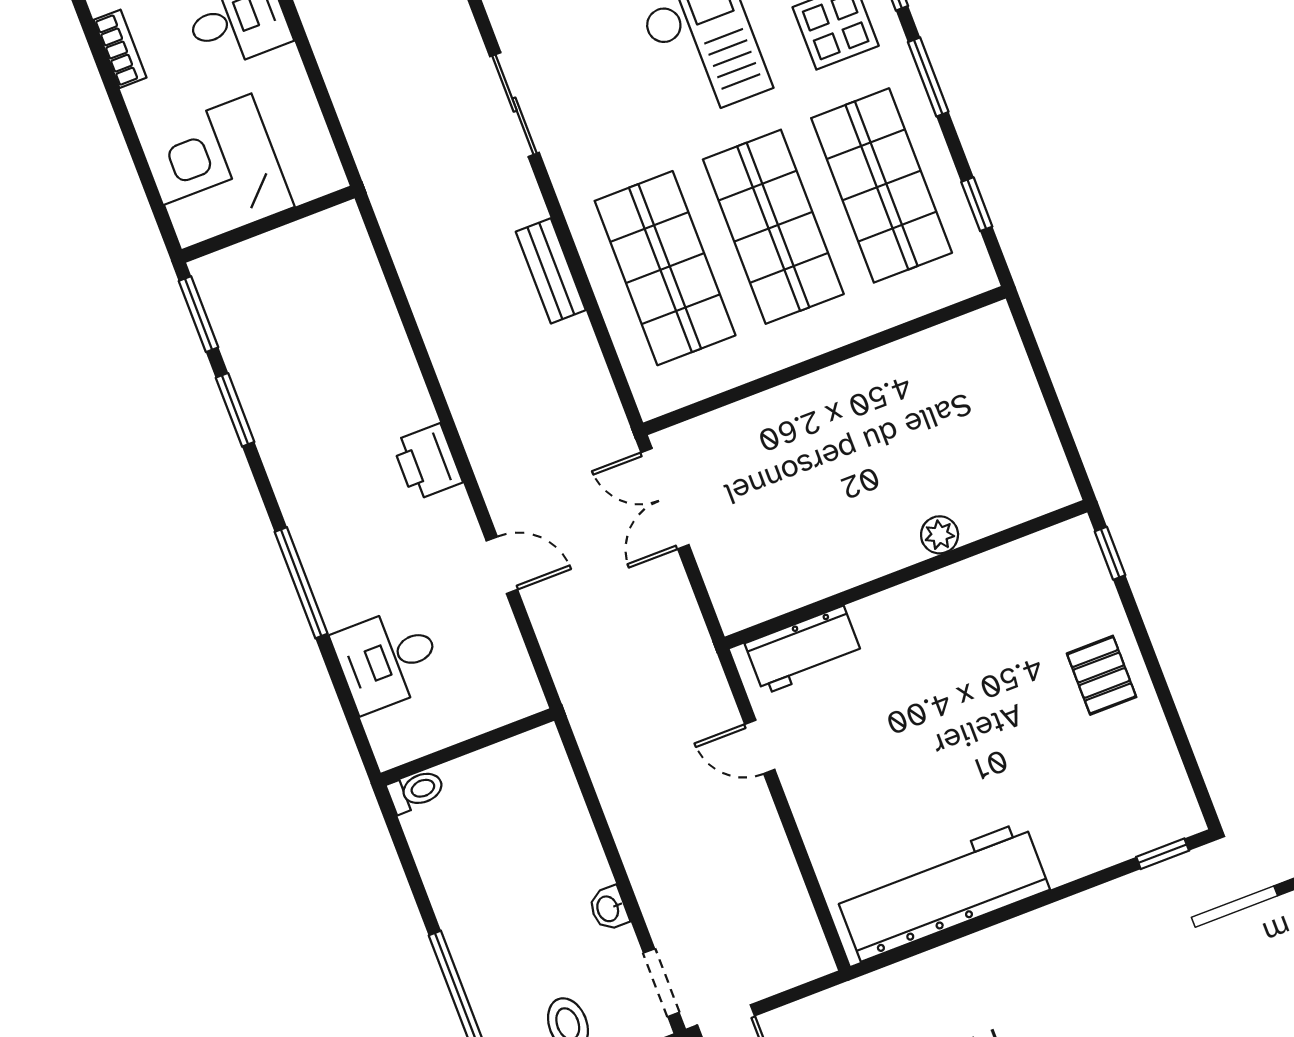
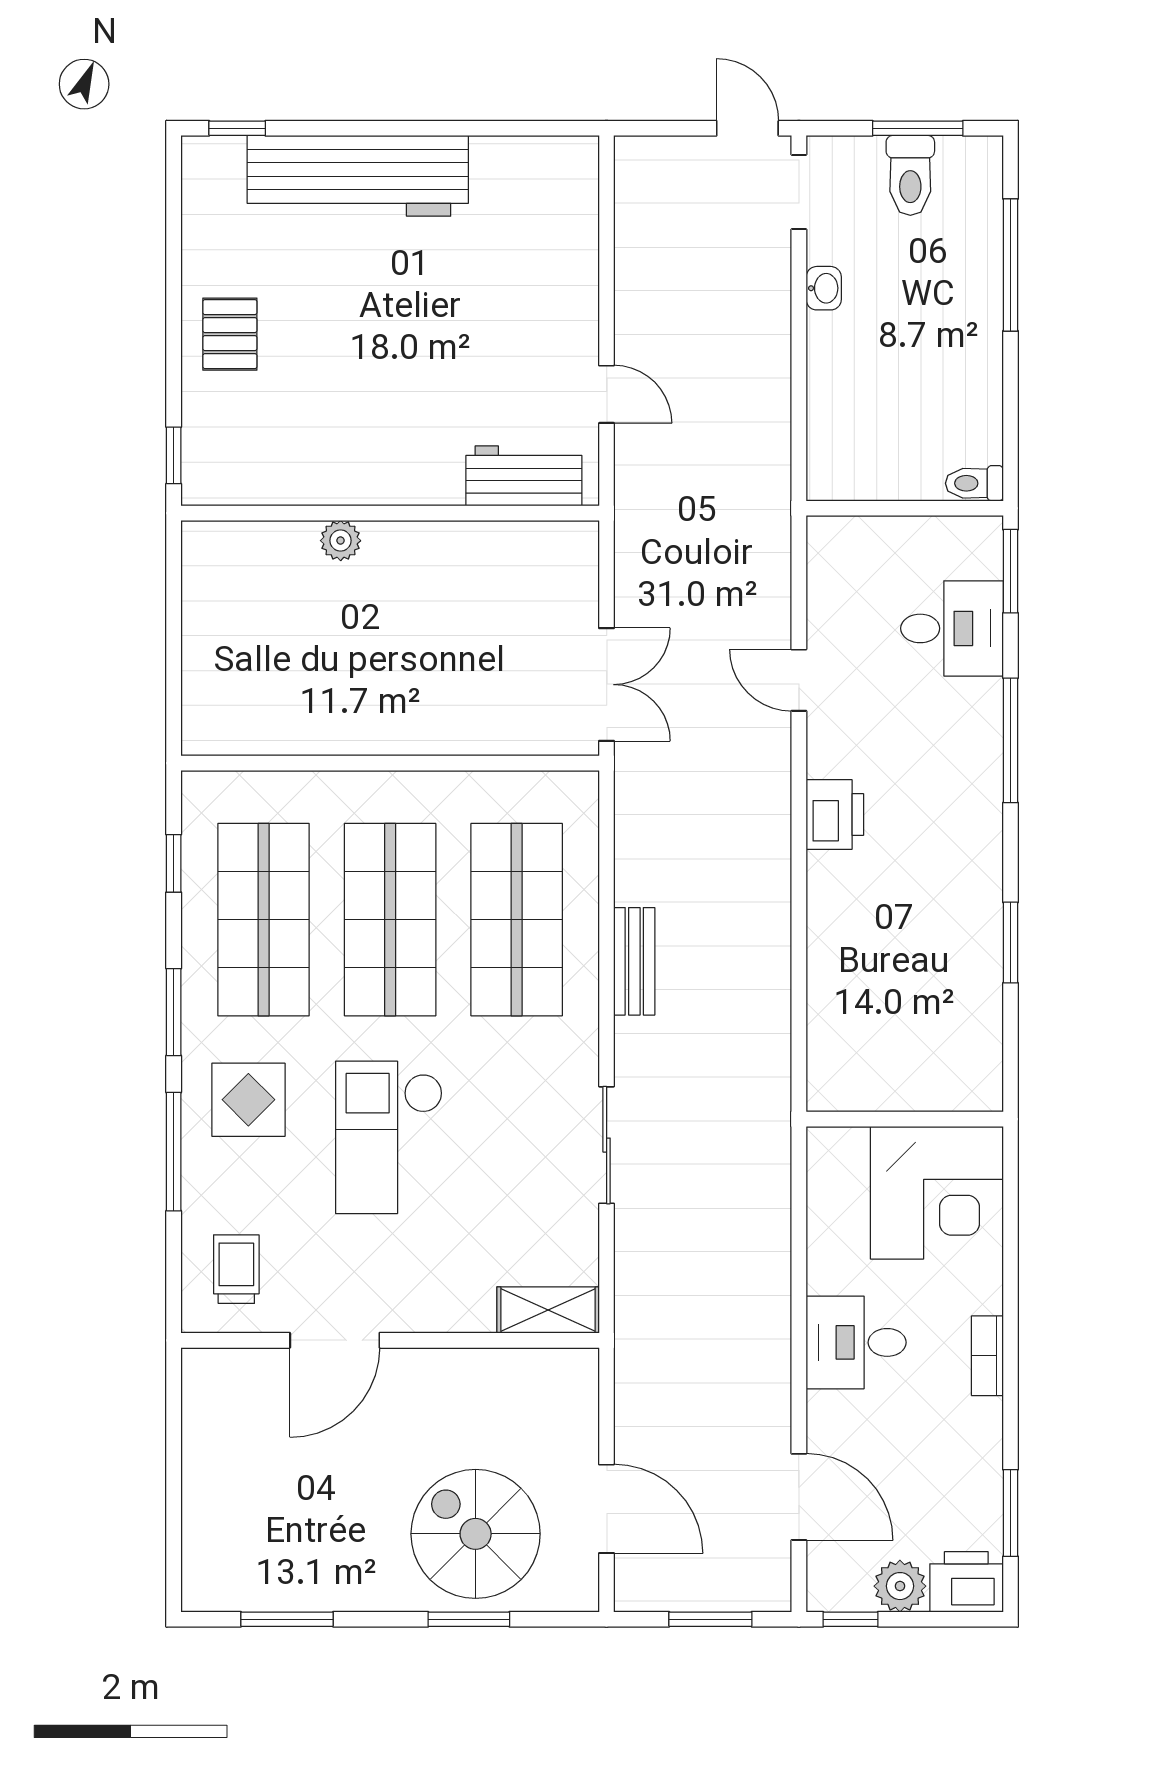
window: (199, 314) -> (1011, 571), moved
workbench: (942, 891) -> (358, 176), moved

